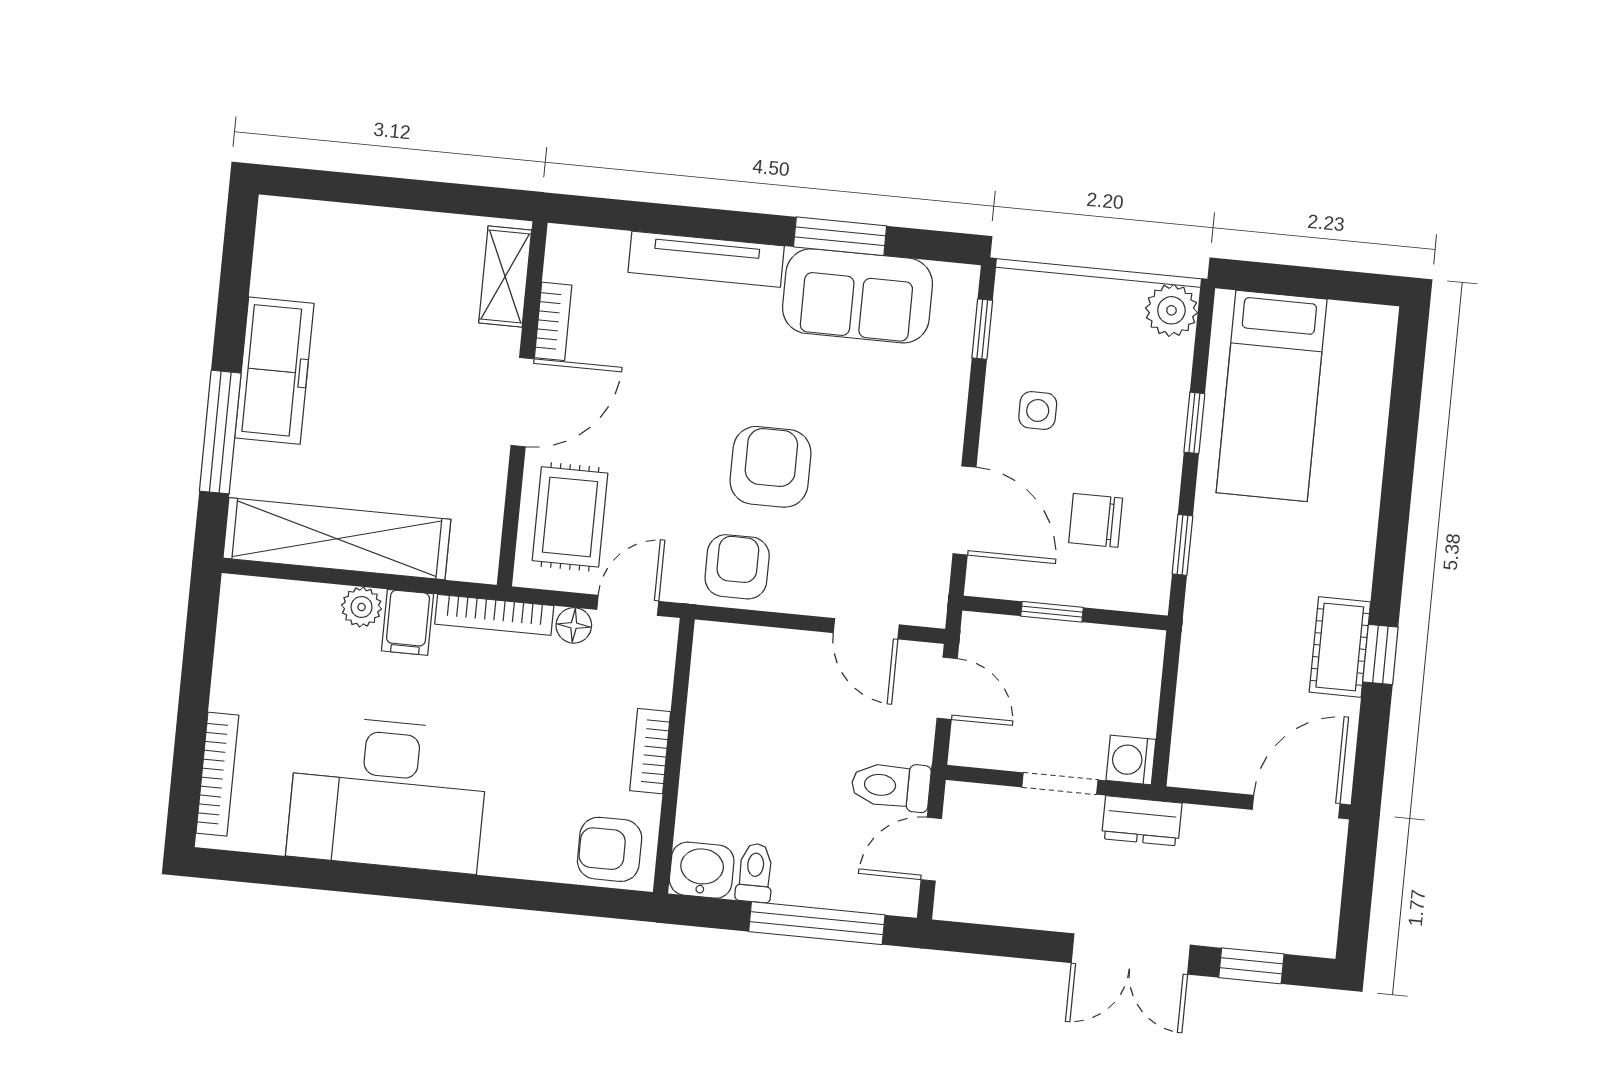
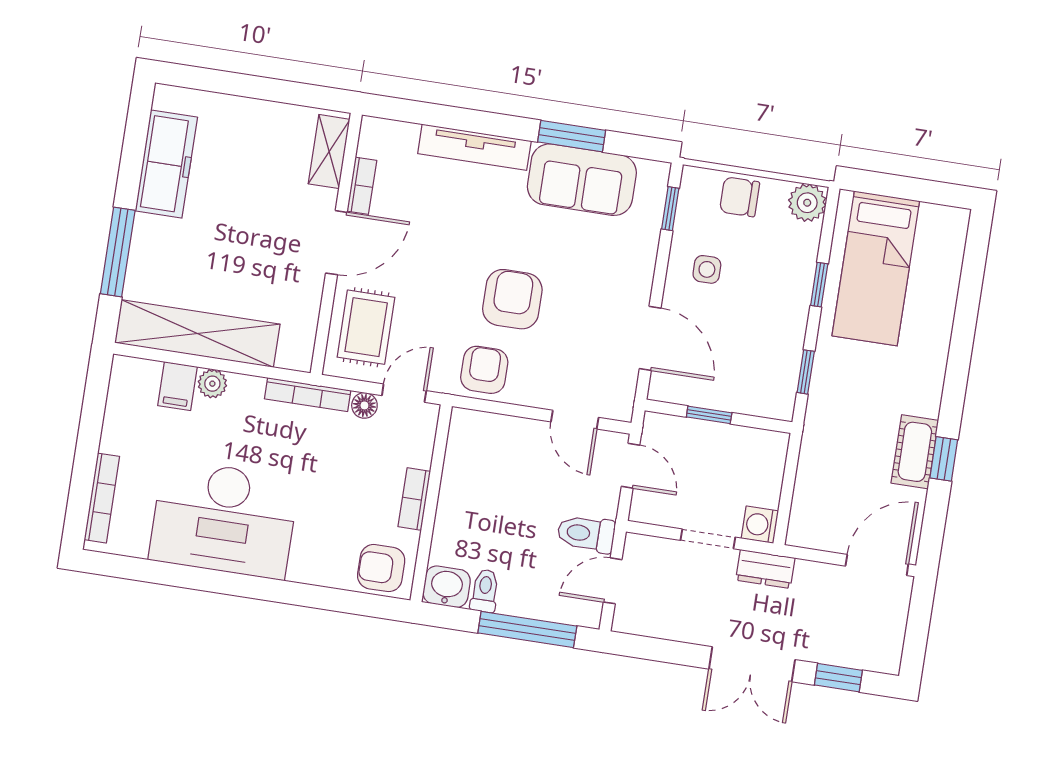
freezer: (274, 371) -> (166, 164), moved
chair: (1096, 520) -> (740, 197), moved
filing cabinet: (408, 622) -> (177, 386), moved

